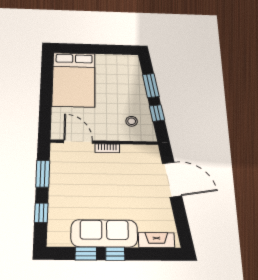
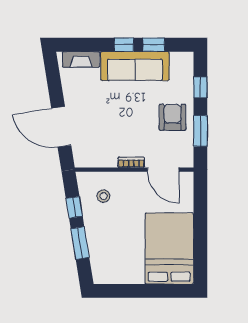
armchair: (69, 186) -> (172, 117), added

